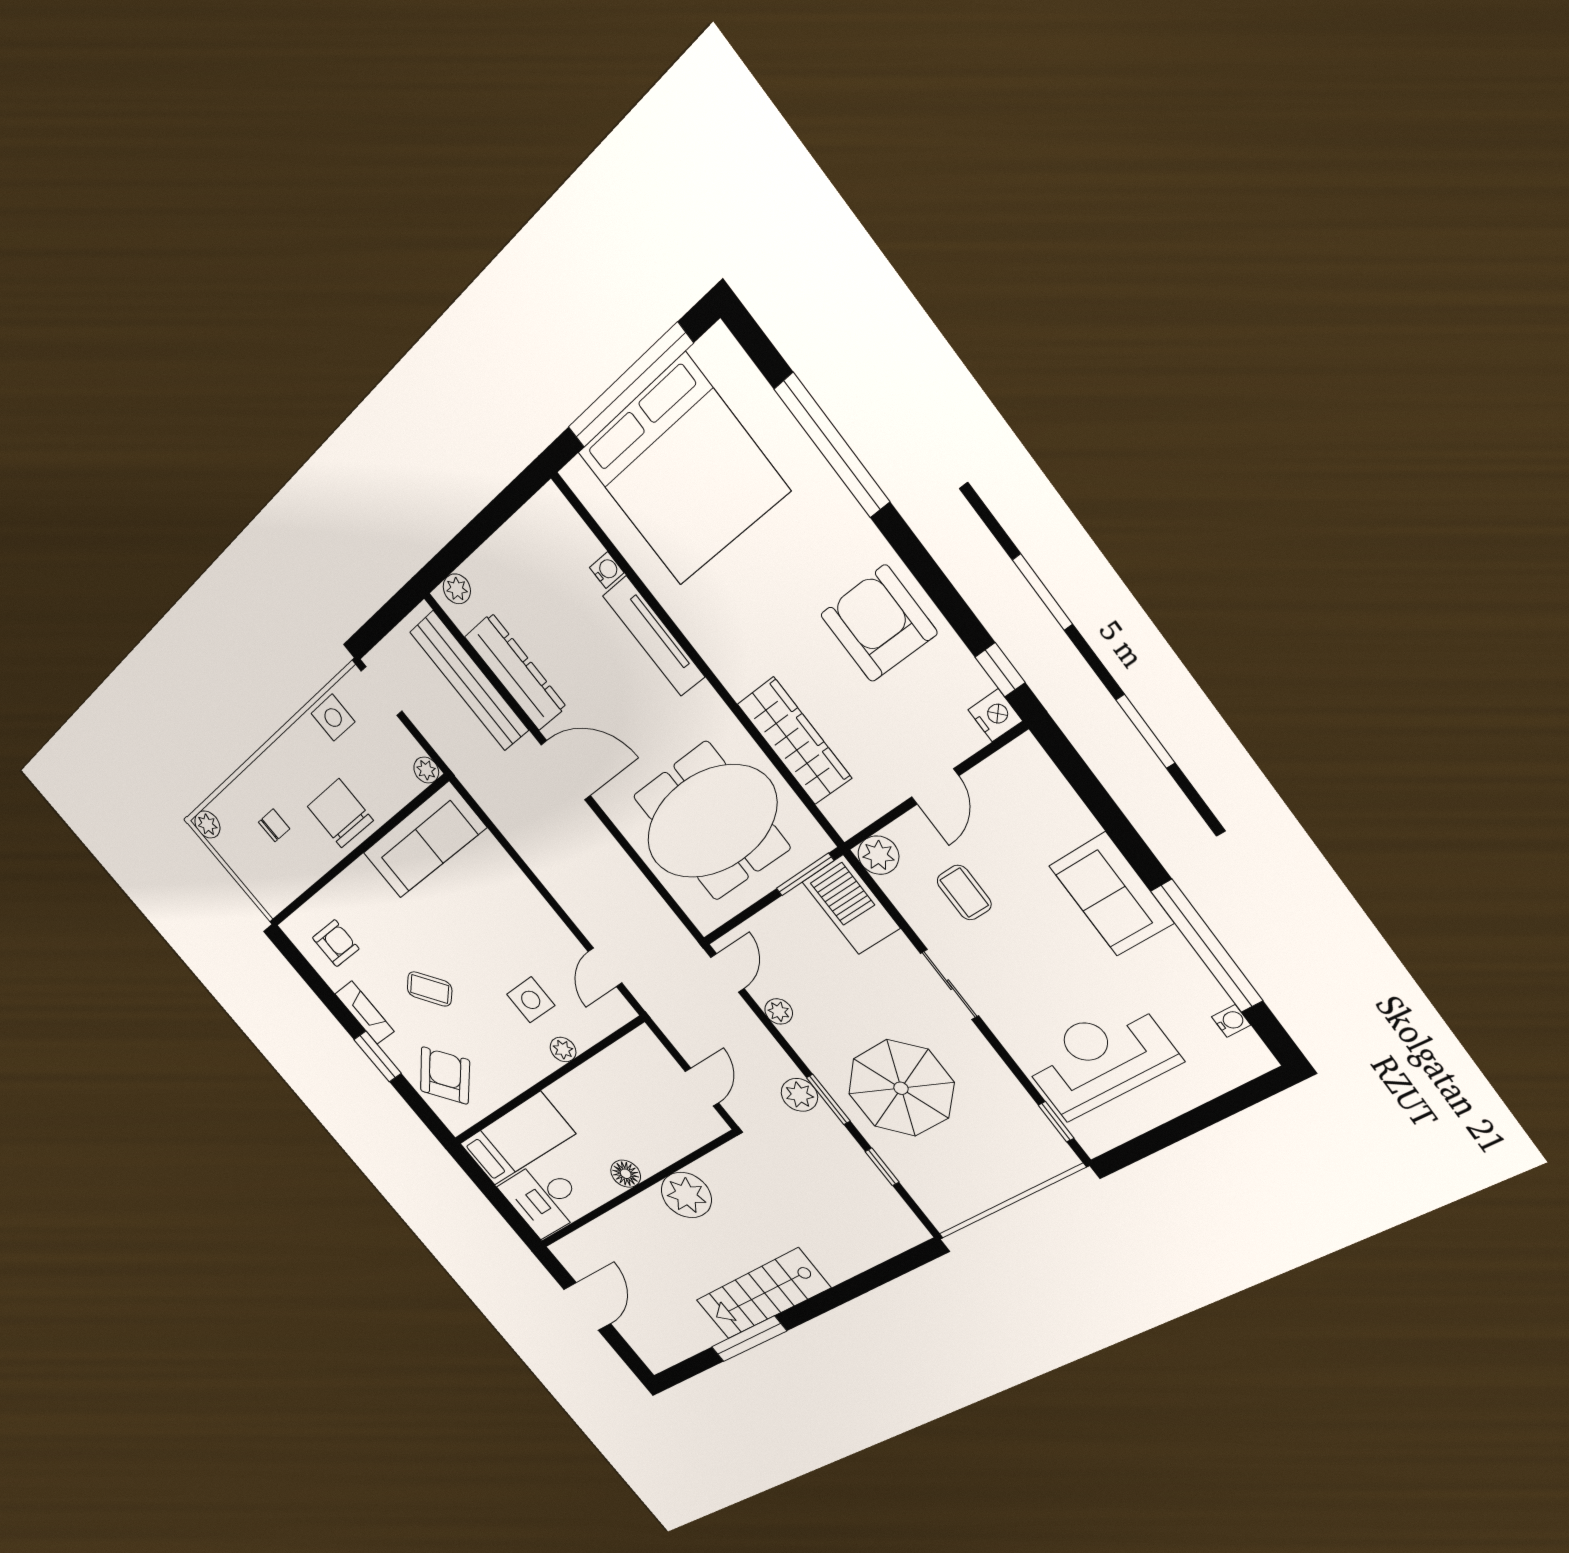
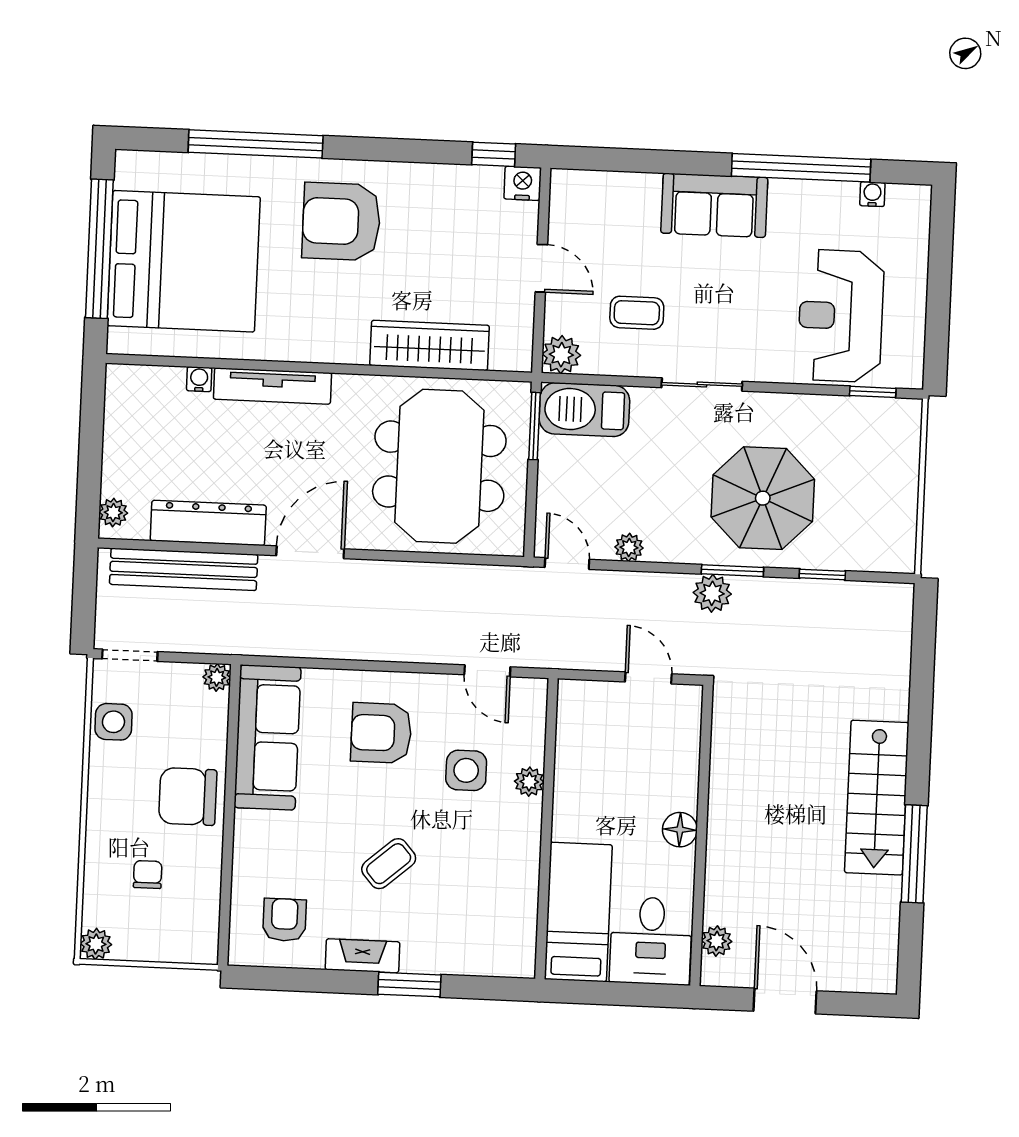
armchair: (879, 624) -> (341, 221), moved
armchair: (445, 1076) -> (381, 733), moved, turned -47
plant: (686, 1195) -> (717, 941), moved, width x0.53, depth x0.53

